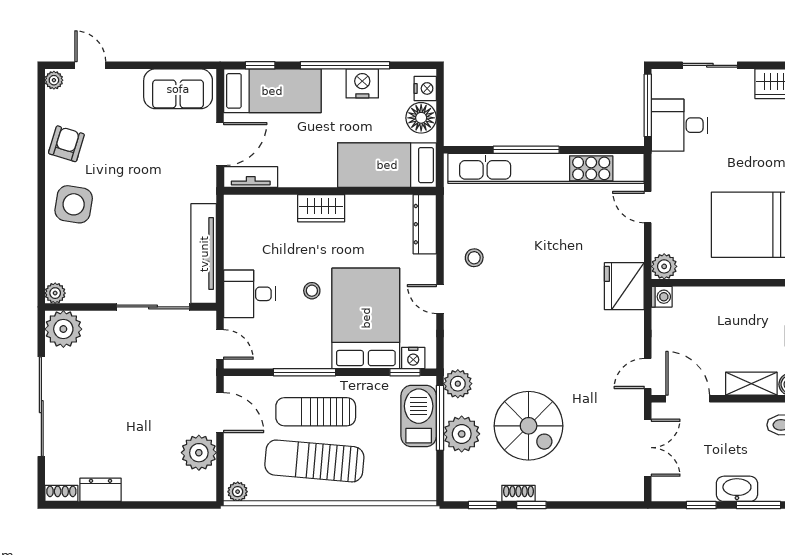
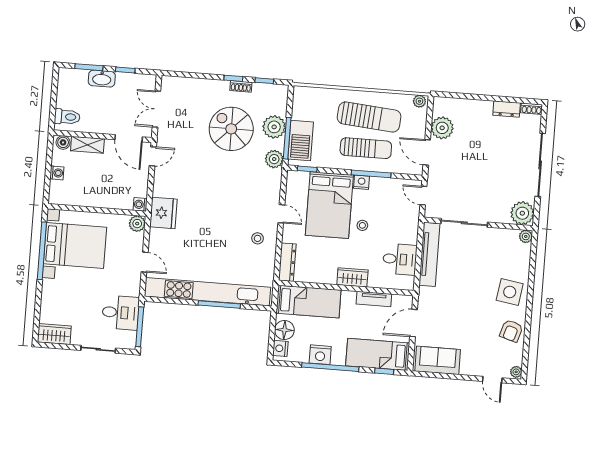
tv unit: (251, 177) -> (374, 299), moved
desk: (249, 294) -> (400, 259), moved
nightstand: (413, 358) -> (361, 182), moved

